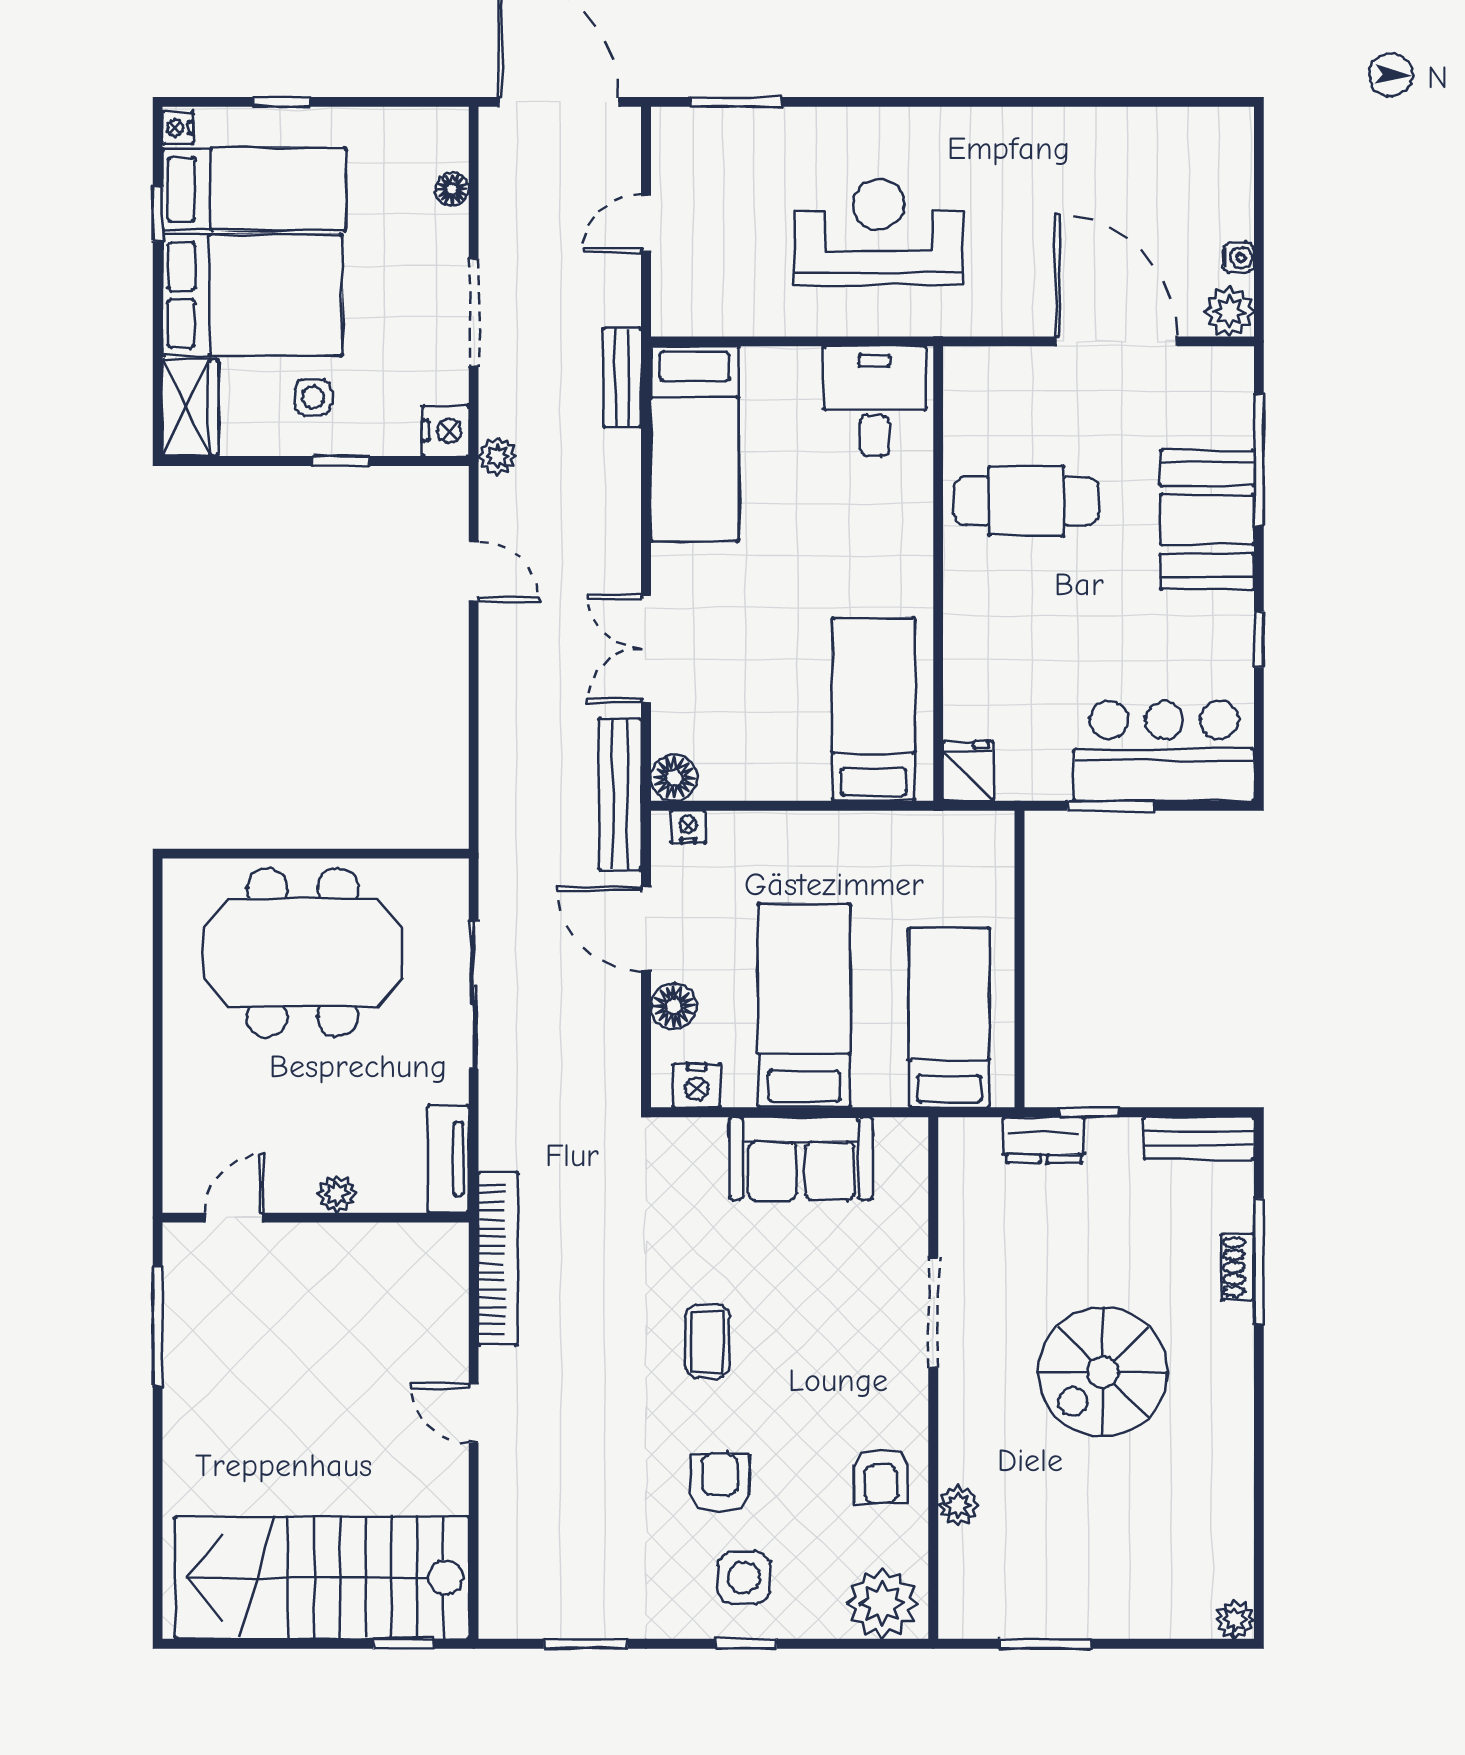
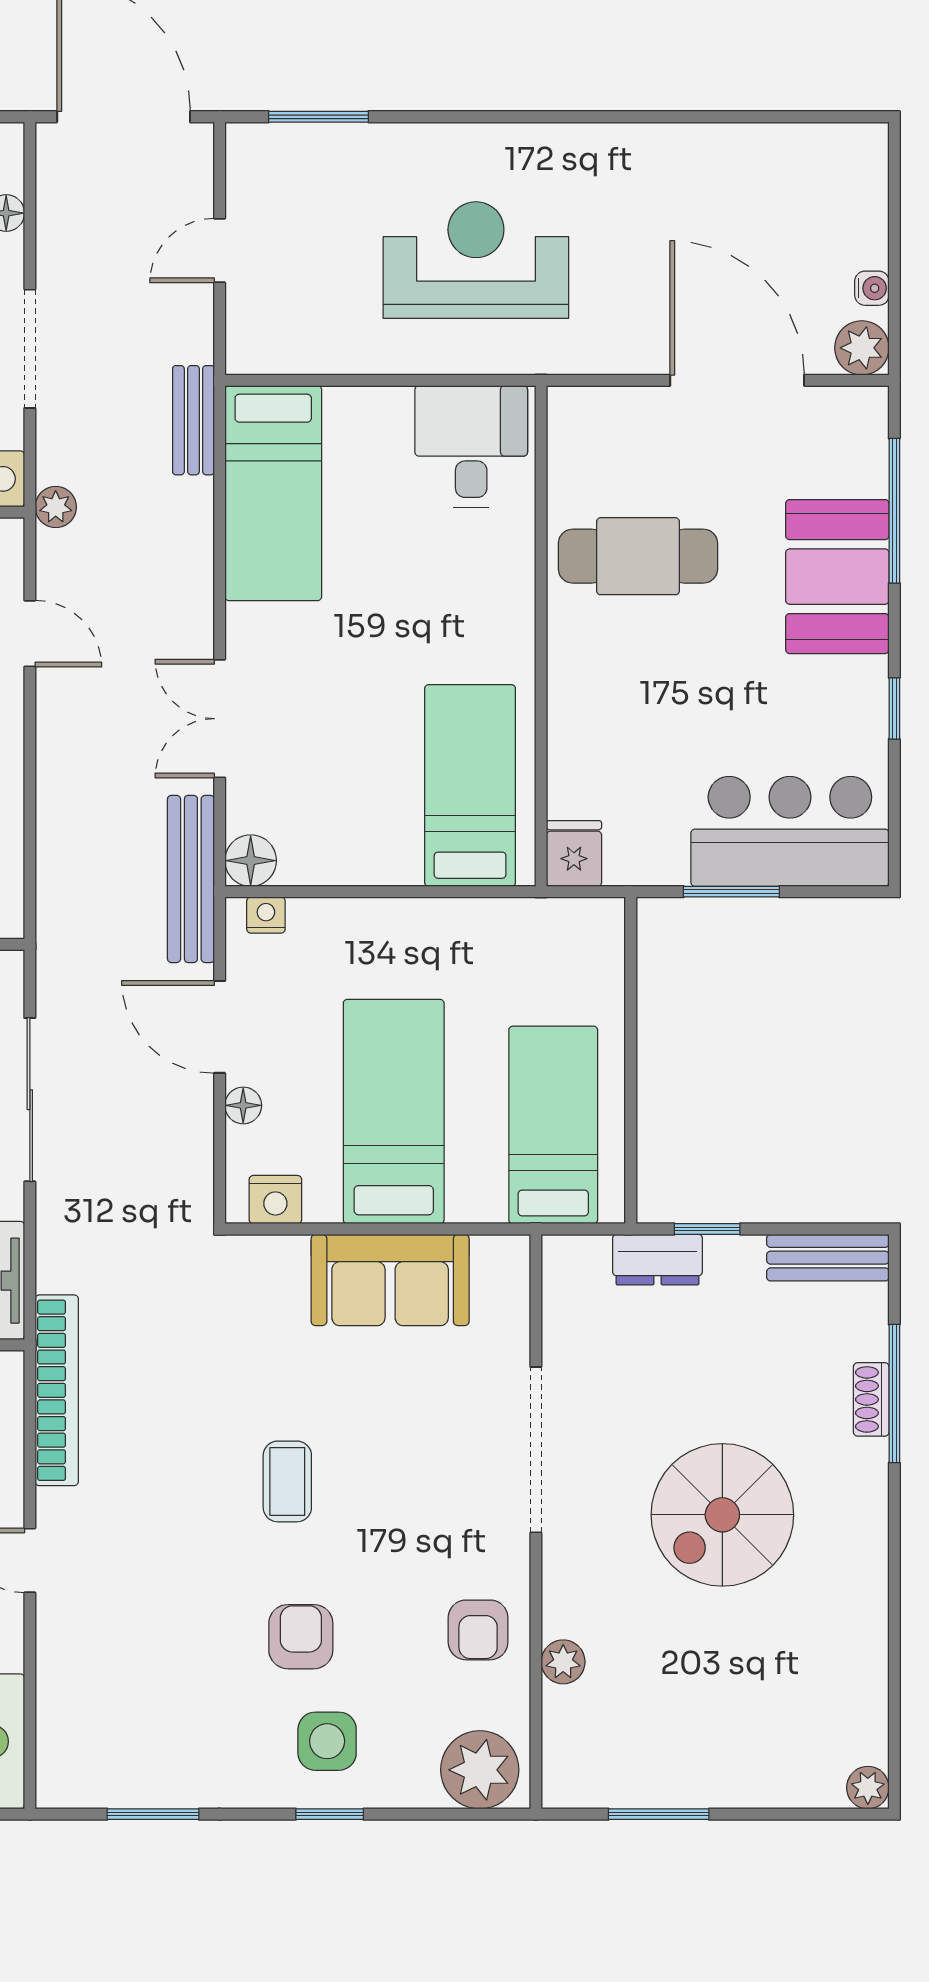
floor lamp: (674, 1006) -> (243, 1105), width x0.73, depth x0.73
doorway: (933, 1313) -> (536, 1450), width x1.36

